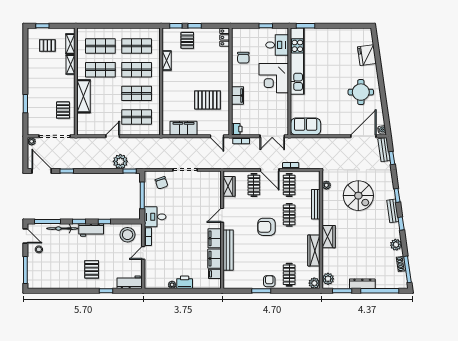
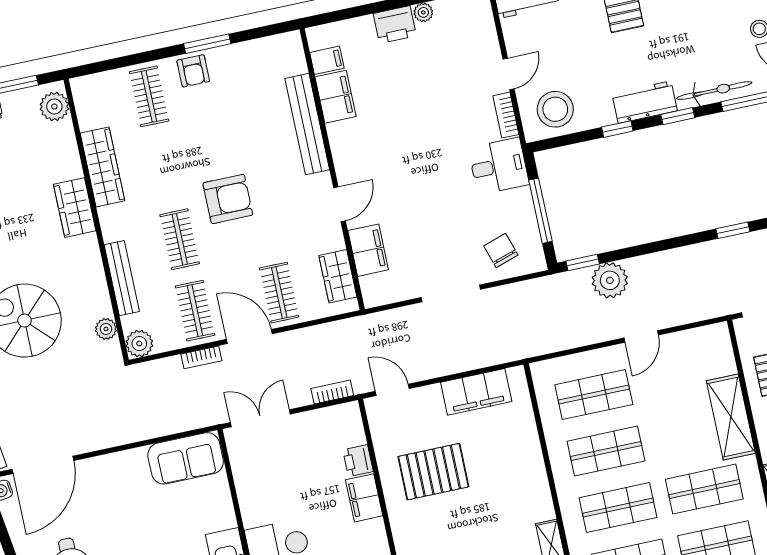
printer: (237, 129) -> (358, 461), moved
filing cabinet: (215, 238) -> (368, 250), moved
plant: (314, 283) -> (139, 344), moved

